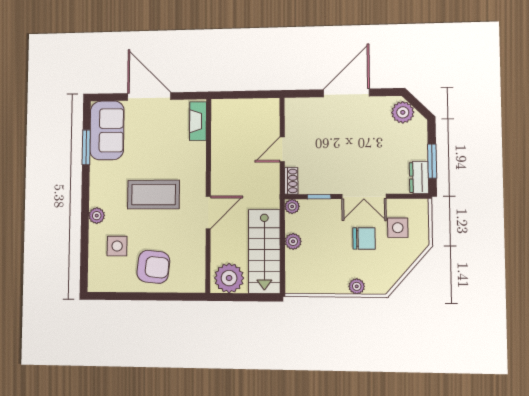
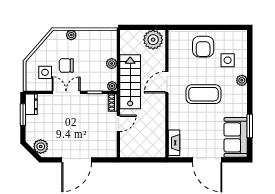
stairs: (264, 251) -> (130, 82), moved
armchair: (153, 267) -> (203, 47), turned -96

